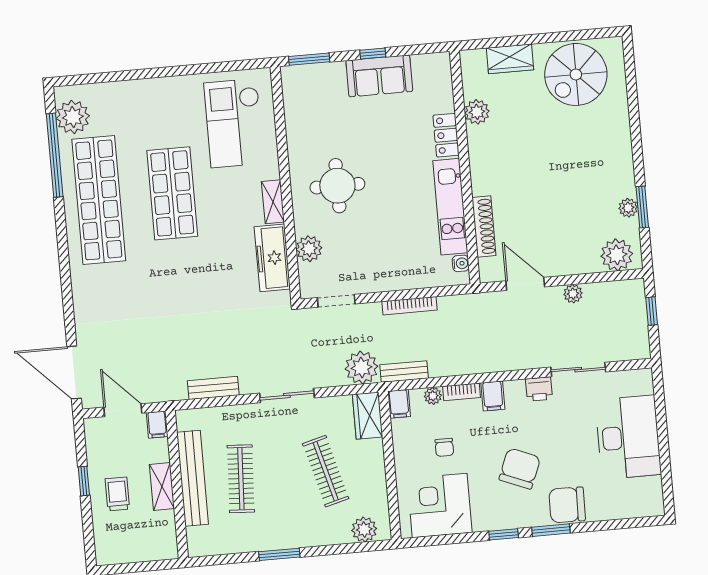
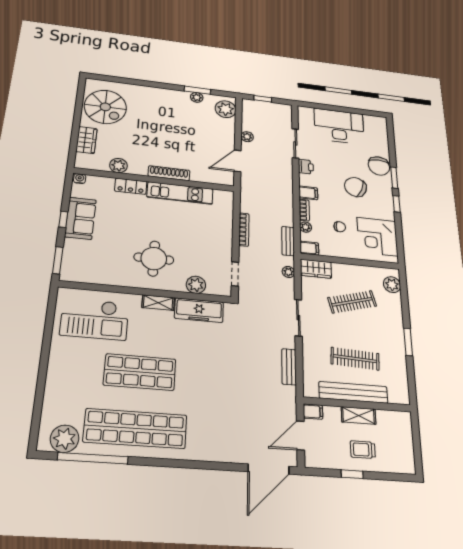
shoe rack: (484, 227) -> (169, 173), moved
water cooler: (461, 263) -> (80, 179), moved
plant: (361, 368) -> (288, 272), width x0.53, depth x0.53

